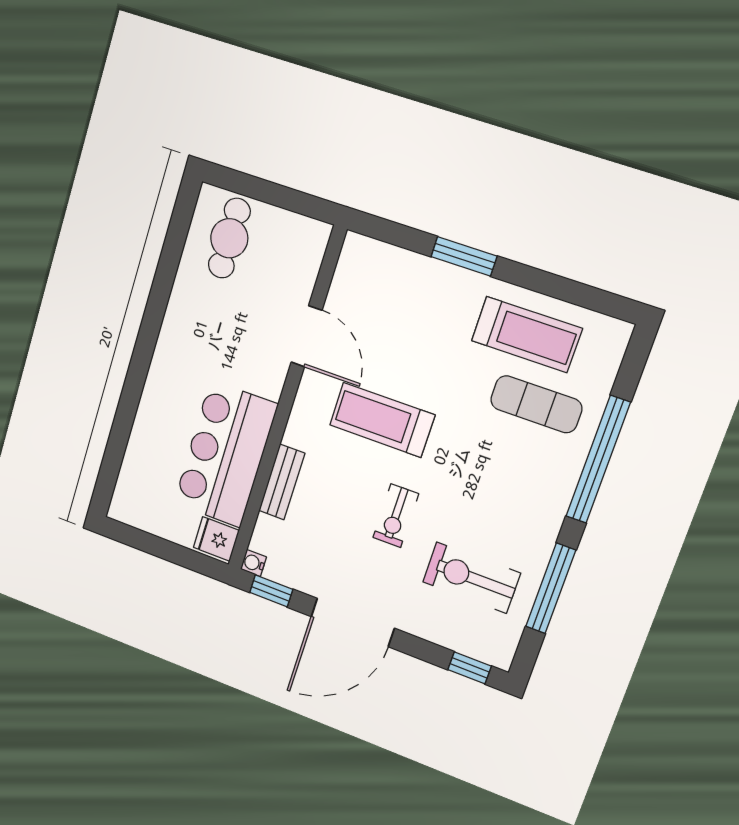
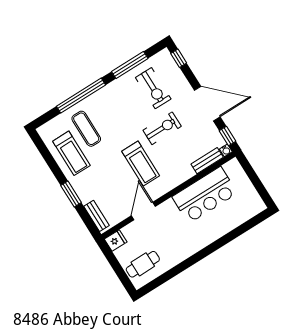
bench: (383, 256) -> (97, 216), added
treadmill: (527, 335) -> (71, 153), turned 180
bench: (282, 482) -> (207, 161), moved
exercise bike: (396, 516) -> (162, 128), width x1.38, depth x1.39
fridge: (216, 539) -> (116, 241), moved, turned -90

